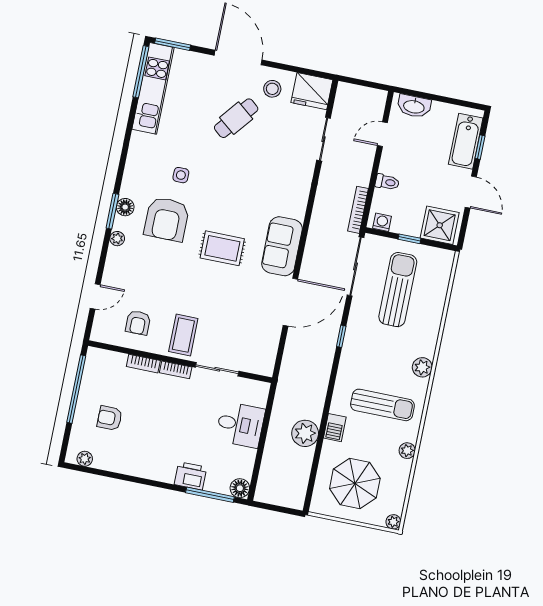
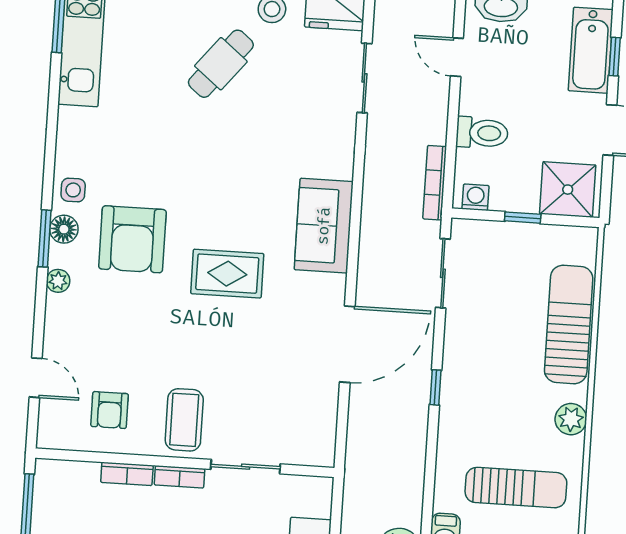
door: (382, 134) -> (457, 57), hinge flipped
side table: (181, 175) -> (73, 190), moved
toilet: (387, 182) -> (482, 133), width x1.37, depth x1.39
sofa: (282, 246) -> (324, 226), moved
sliding door: (355, 266) -> (443, 273), width x0.73
sun lounger: (398, 290) -> (569, 324), moved
door: (95, 296) -> (36, 378), hinge flipped

